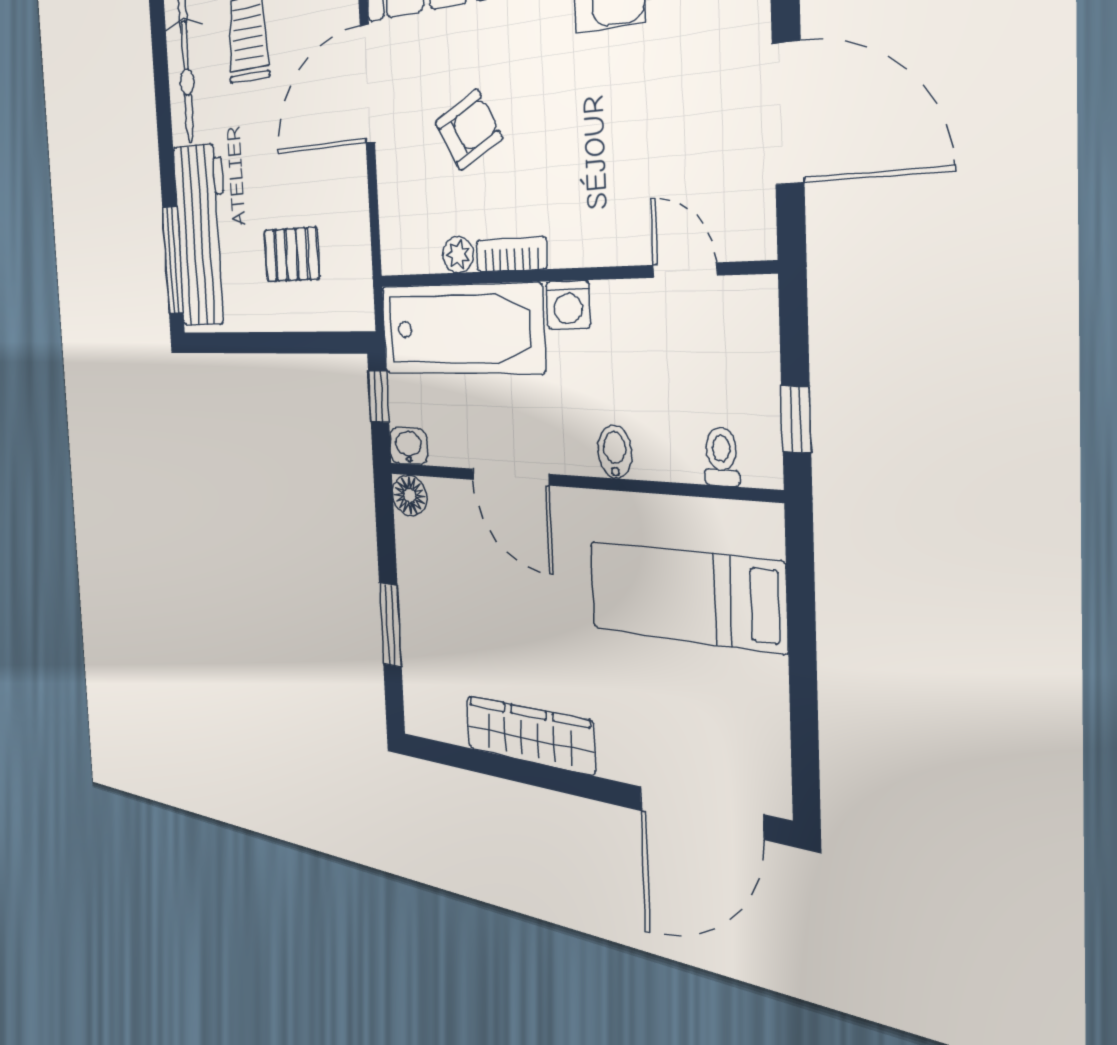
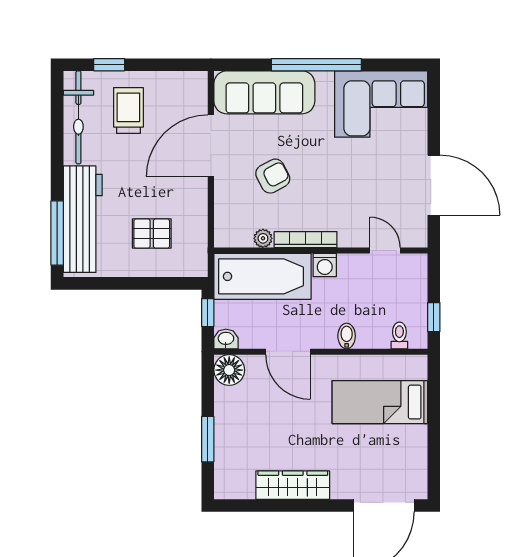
bookcase: (511, 254) -> (306, 240), width x1.56
floor lamp: (410, 496) -> (229, 370), width x1.38, depth x1.38

